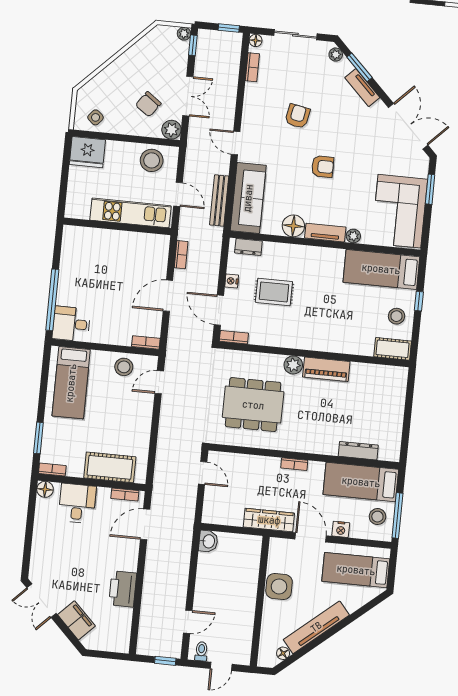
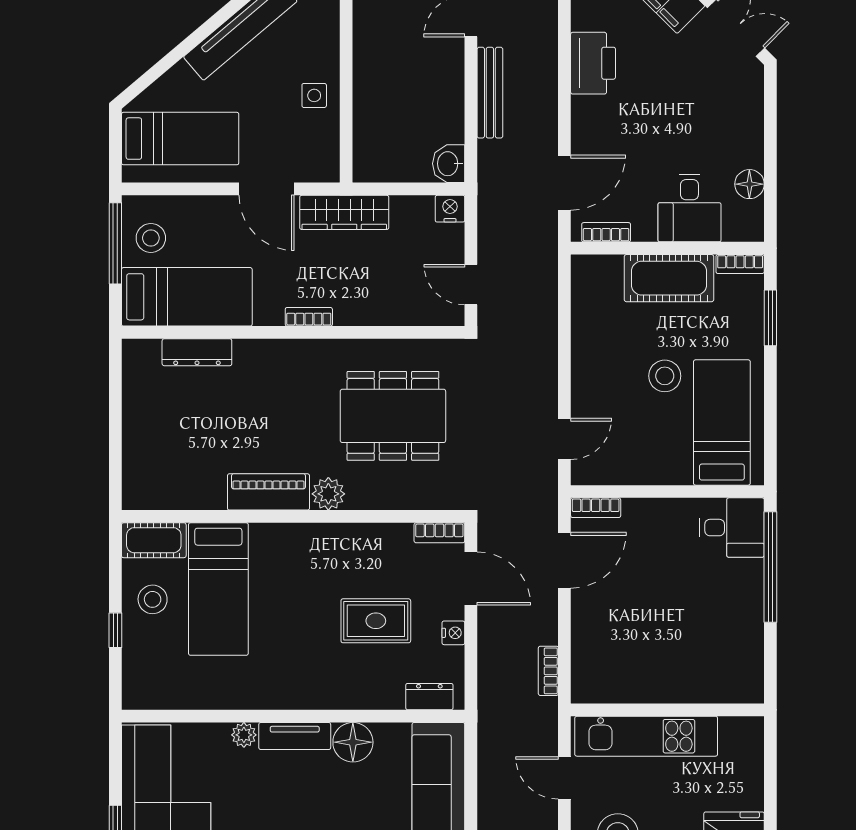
bench: (219, 201) -> (490, 93), moved
bed: (381, 269) -> (218, 589), moved, turned 90
door: (168, 296) -> (564, 560), moved
stool: (124, 367) -> (665, 376), moved
cot: (110, 467) -> (669, 278), moved
floor lamp: (45, 489) -> (749, 184), moved
nightstand: (341, 529) -> (450, 209), moved
side table: (279, 587) -> (314, 95), width x0.54, depth x0.54

